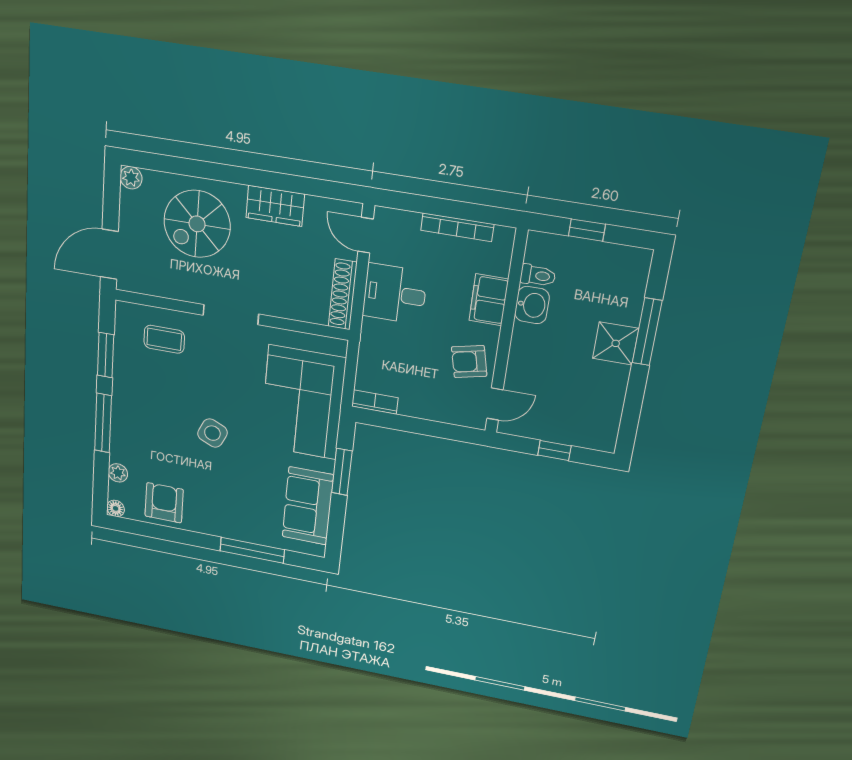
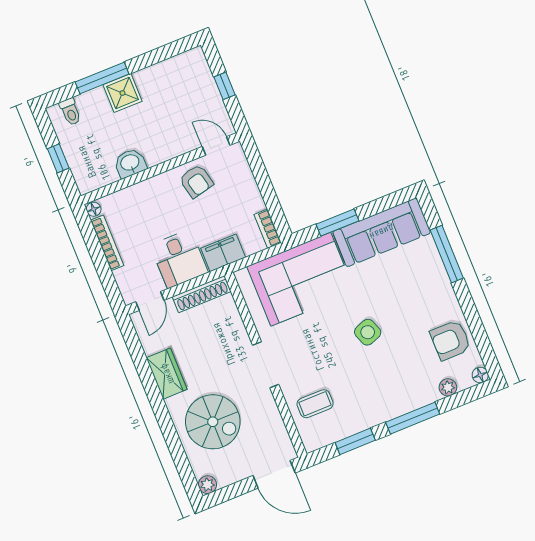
floor lamp: (504, 235) -> (94, 209), added
toilet: (538, 276) -> (70, 112), moved, turned 180
filing cabinet: (489, 300) -> (223, 253), moved, turned 180
coffee table: (164, 339) -> (315, 404), turned 90
side table: (212, 433) -> (368, 332), turned 45
sofa: (308, 506) -> (382, 232), width x1.36

